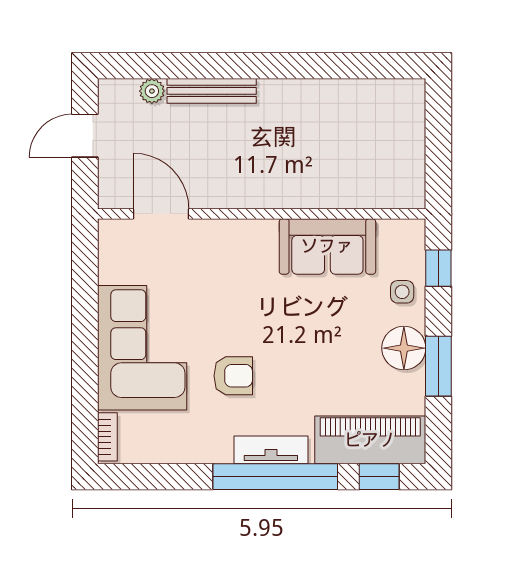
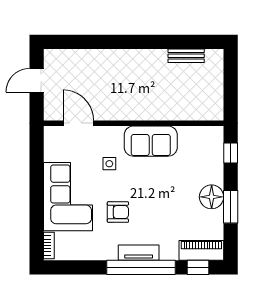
plant: (152, 91) -> (73, 56), removed
bench: (212, 91) -> (186, 56), moved, width x0.73
sofa: (327, 246) -> (151, 141), moved
side table: (402, 292) -> (109, 164), moved
piano: (370, 440) -> (201, 250), width x0.73, depth x0.75

